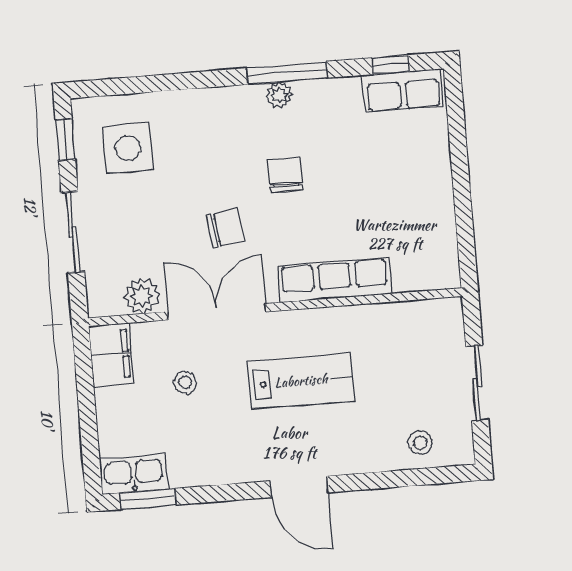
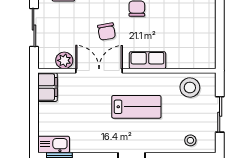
chair: (226, 228) -> (107, 32), turned 88
row of seats: (335, 280) -> (147, 60), width x0.68
stool: (185, 382) -> (190, 88), moved, width x1.89, depth x1.89

